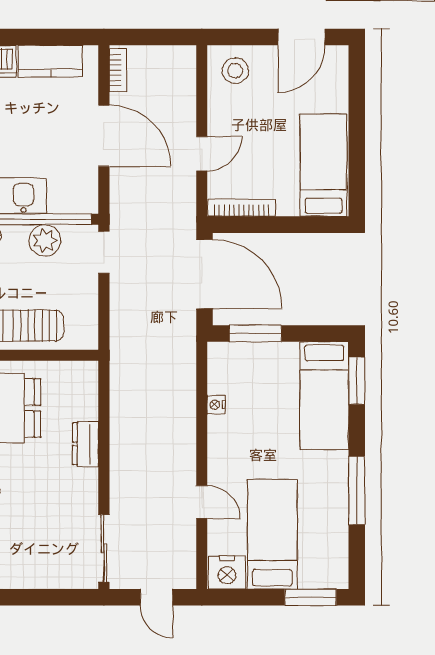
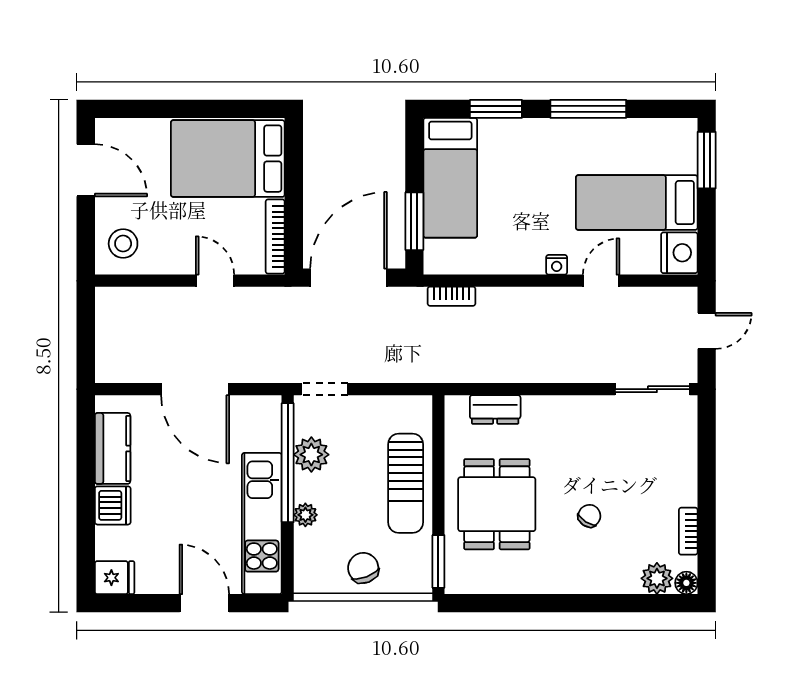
bookcase: (118, 70) -> (452, 296), moved, turned 180
door: (104, 136) -> (195, 389), swing flipped
bed: (324, 165) -> (228, 159), width x1.50
window: (357, 381) -> (496, 109), moved
bed: (324, 396) -> (450, 178), moved, turned 90
nightstand: (216, 405) -> (557, 265), moved
dresser: (86, 444) -> (495, 409), moved

